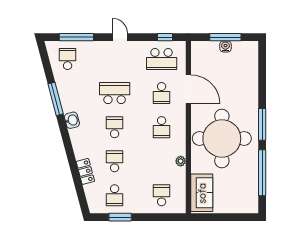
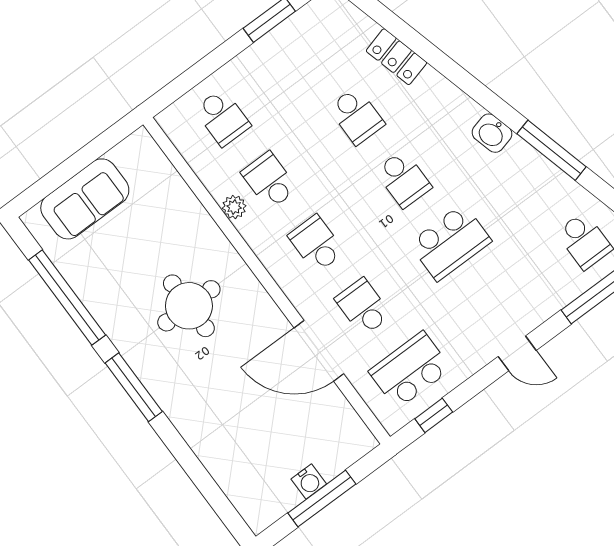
round table: (222, 138) -> (189, 306), width x0.54, depth x0.54
sofa: (202, 193) -> (85, 199), moved, turned -90
school desk: (115, 195) -> (269, 181), moved

